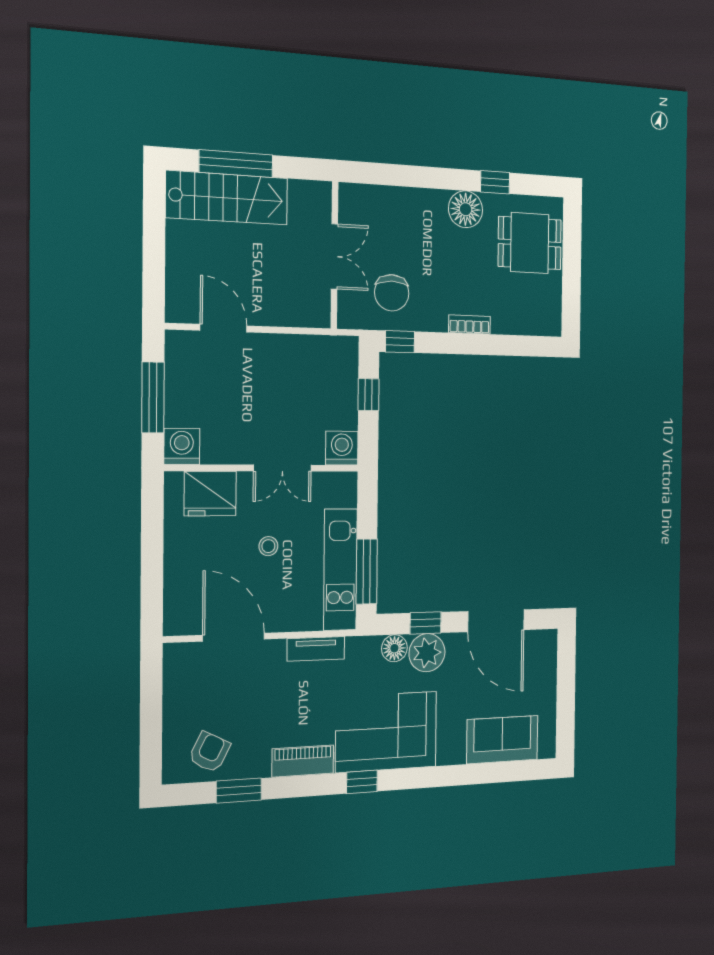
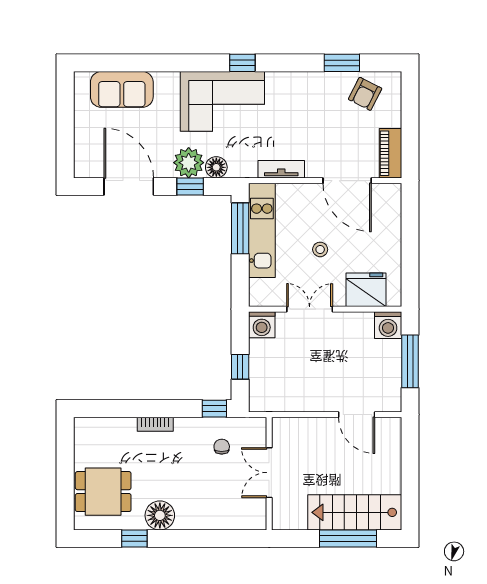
chair: (392, 293) -> (222, 447), width x0.54, depth x0.54
piano: (303, 761) -> (390, 153), moved, turned 90

